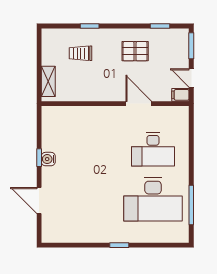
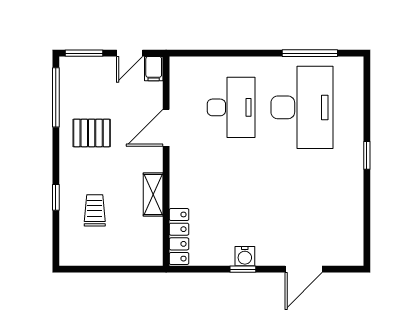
window: (160, 26) -> (56, 97), width x2.17
pallet: (135, 51) -> (92, 133), turned 90
trolley: (80, 53) -> (95, 210), turned 180
shelving: (48, 81) -> (153, 195), moved, turned 90
locker: (62, 113) -> (179, 237), added

